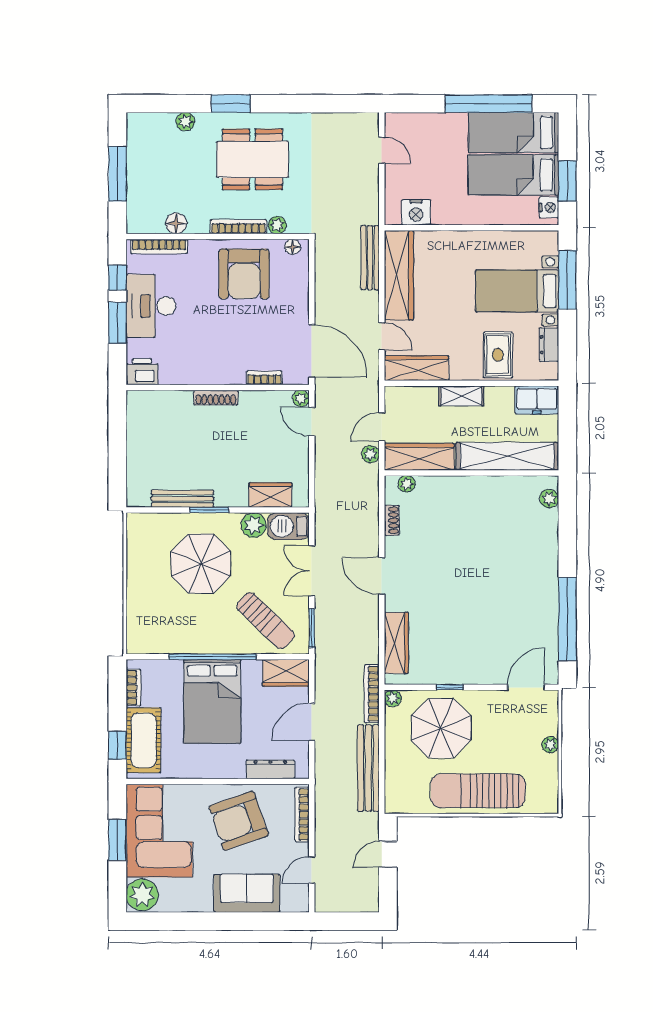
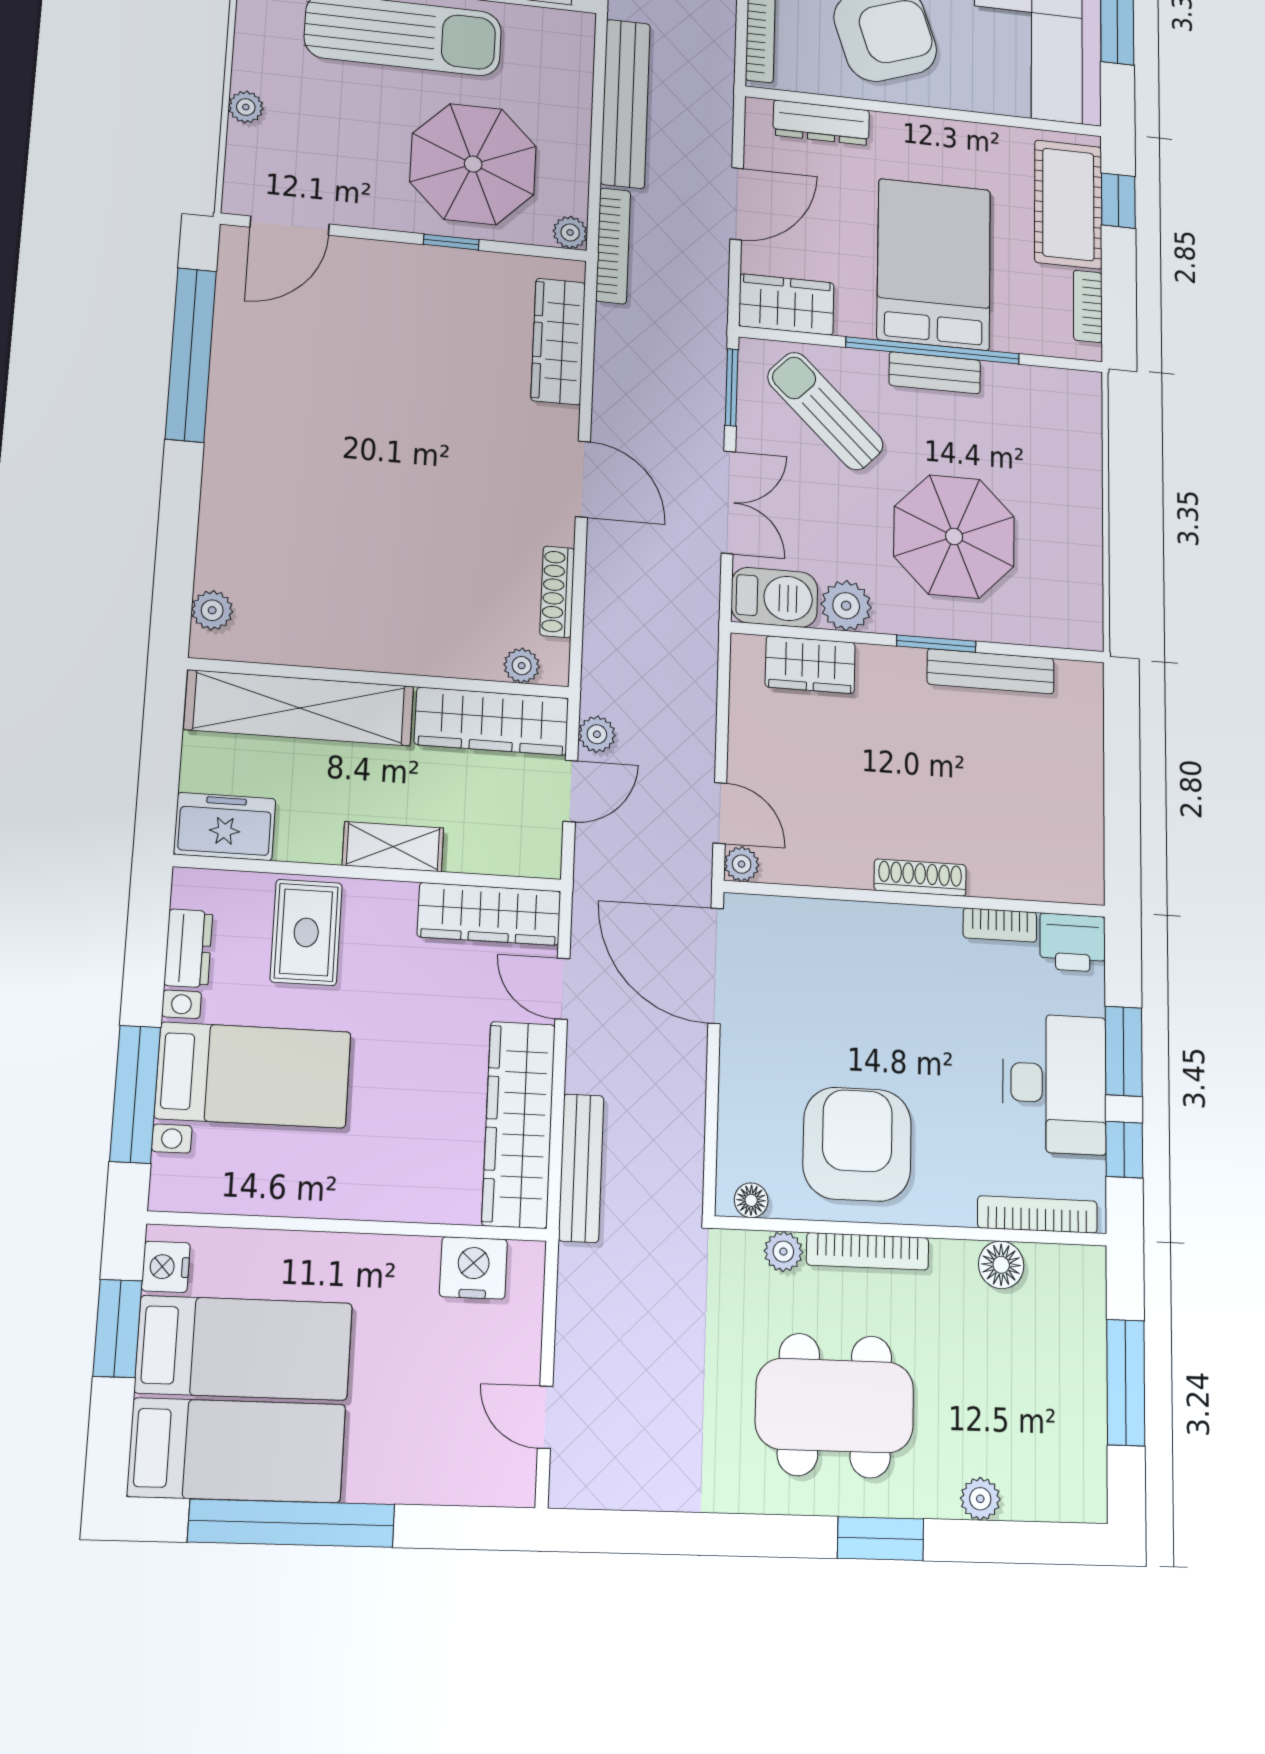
bookcase: (264, 378) -> (1000, 925), moved
shoe rack: (392, 520) -> (557, 592), width x1.43
bench: (211, 645) -> (935, 373), added

